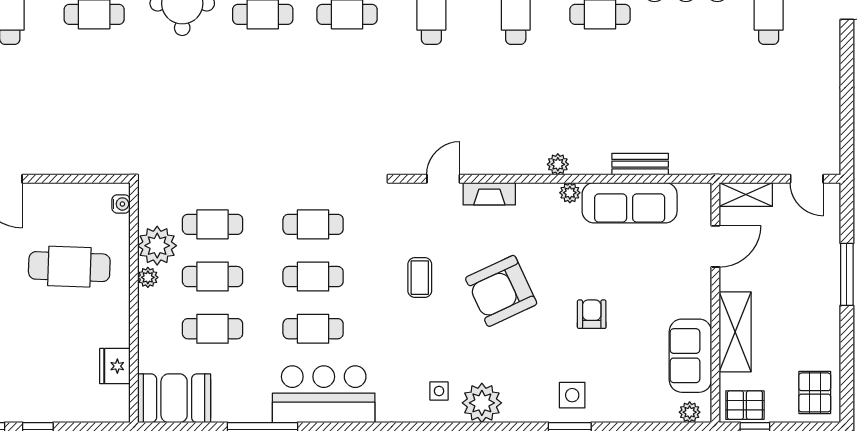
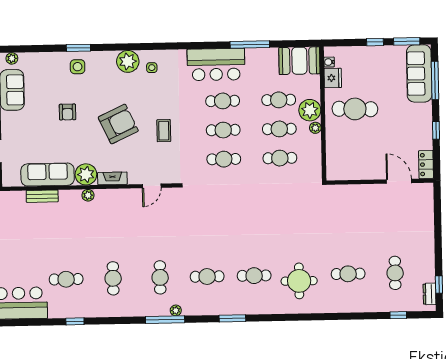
plant: (570, 193) -> (86, 174), width x1.88, depth x1.88
fireplace: (489, 194) -> (112, 178), moved
water cooler: (121, 204) -> (329, 62), moved
plant: (157, 246) -> (310, 110), moved
cafe table: (69, 267) -> (355, 109), moved

